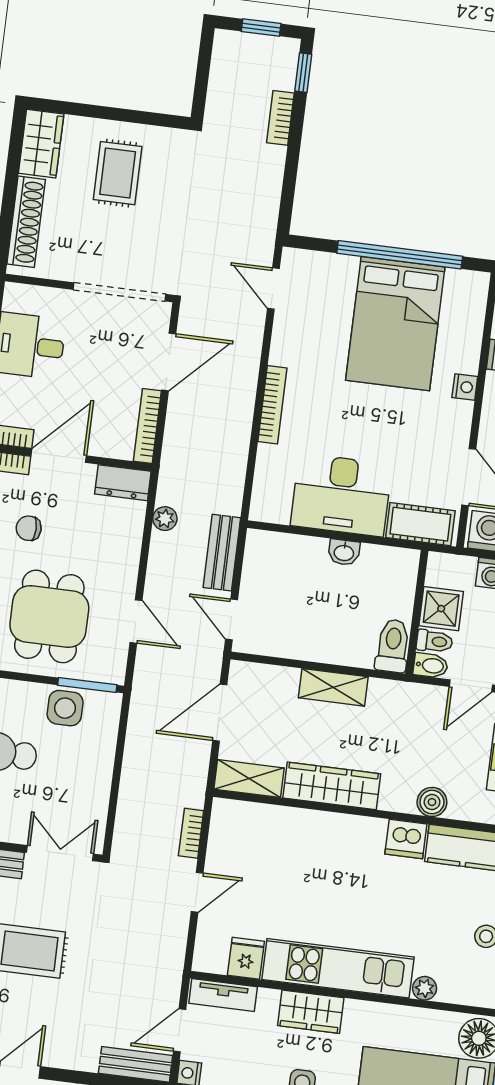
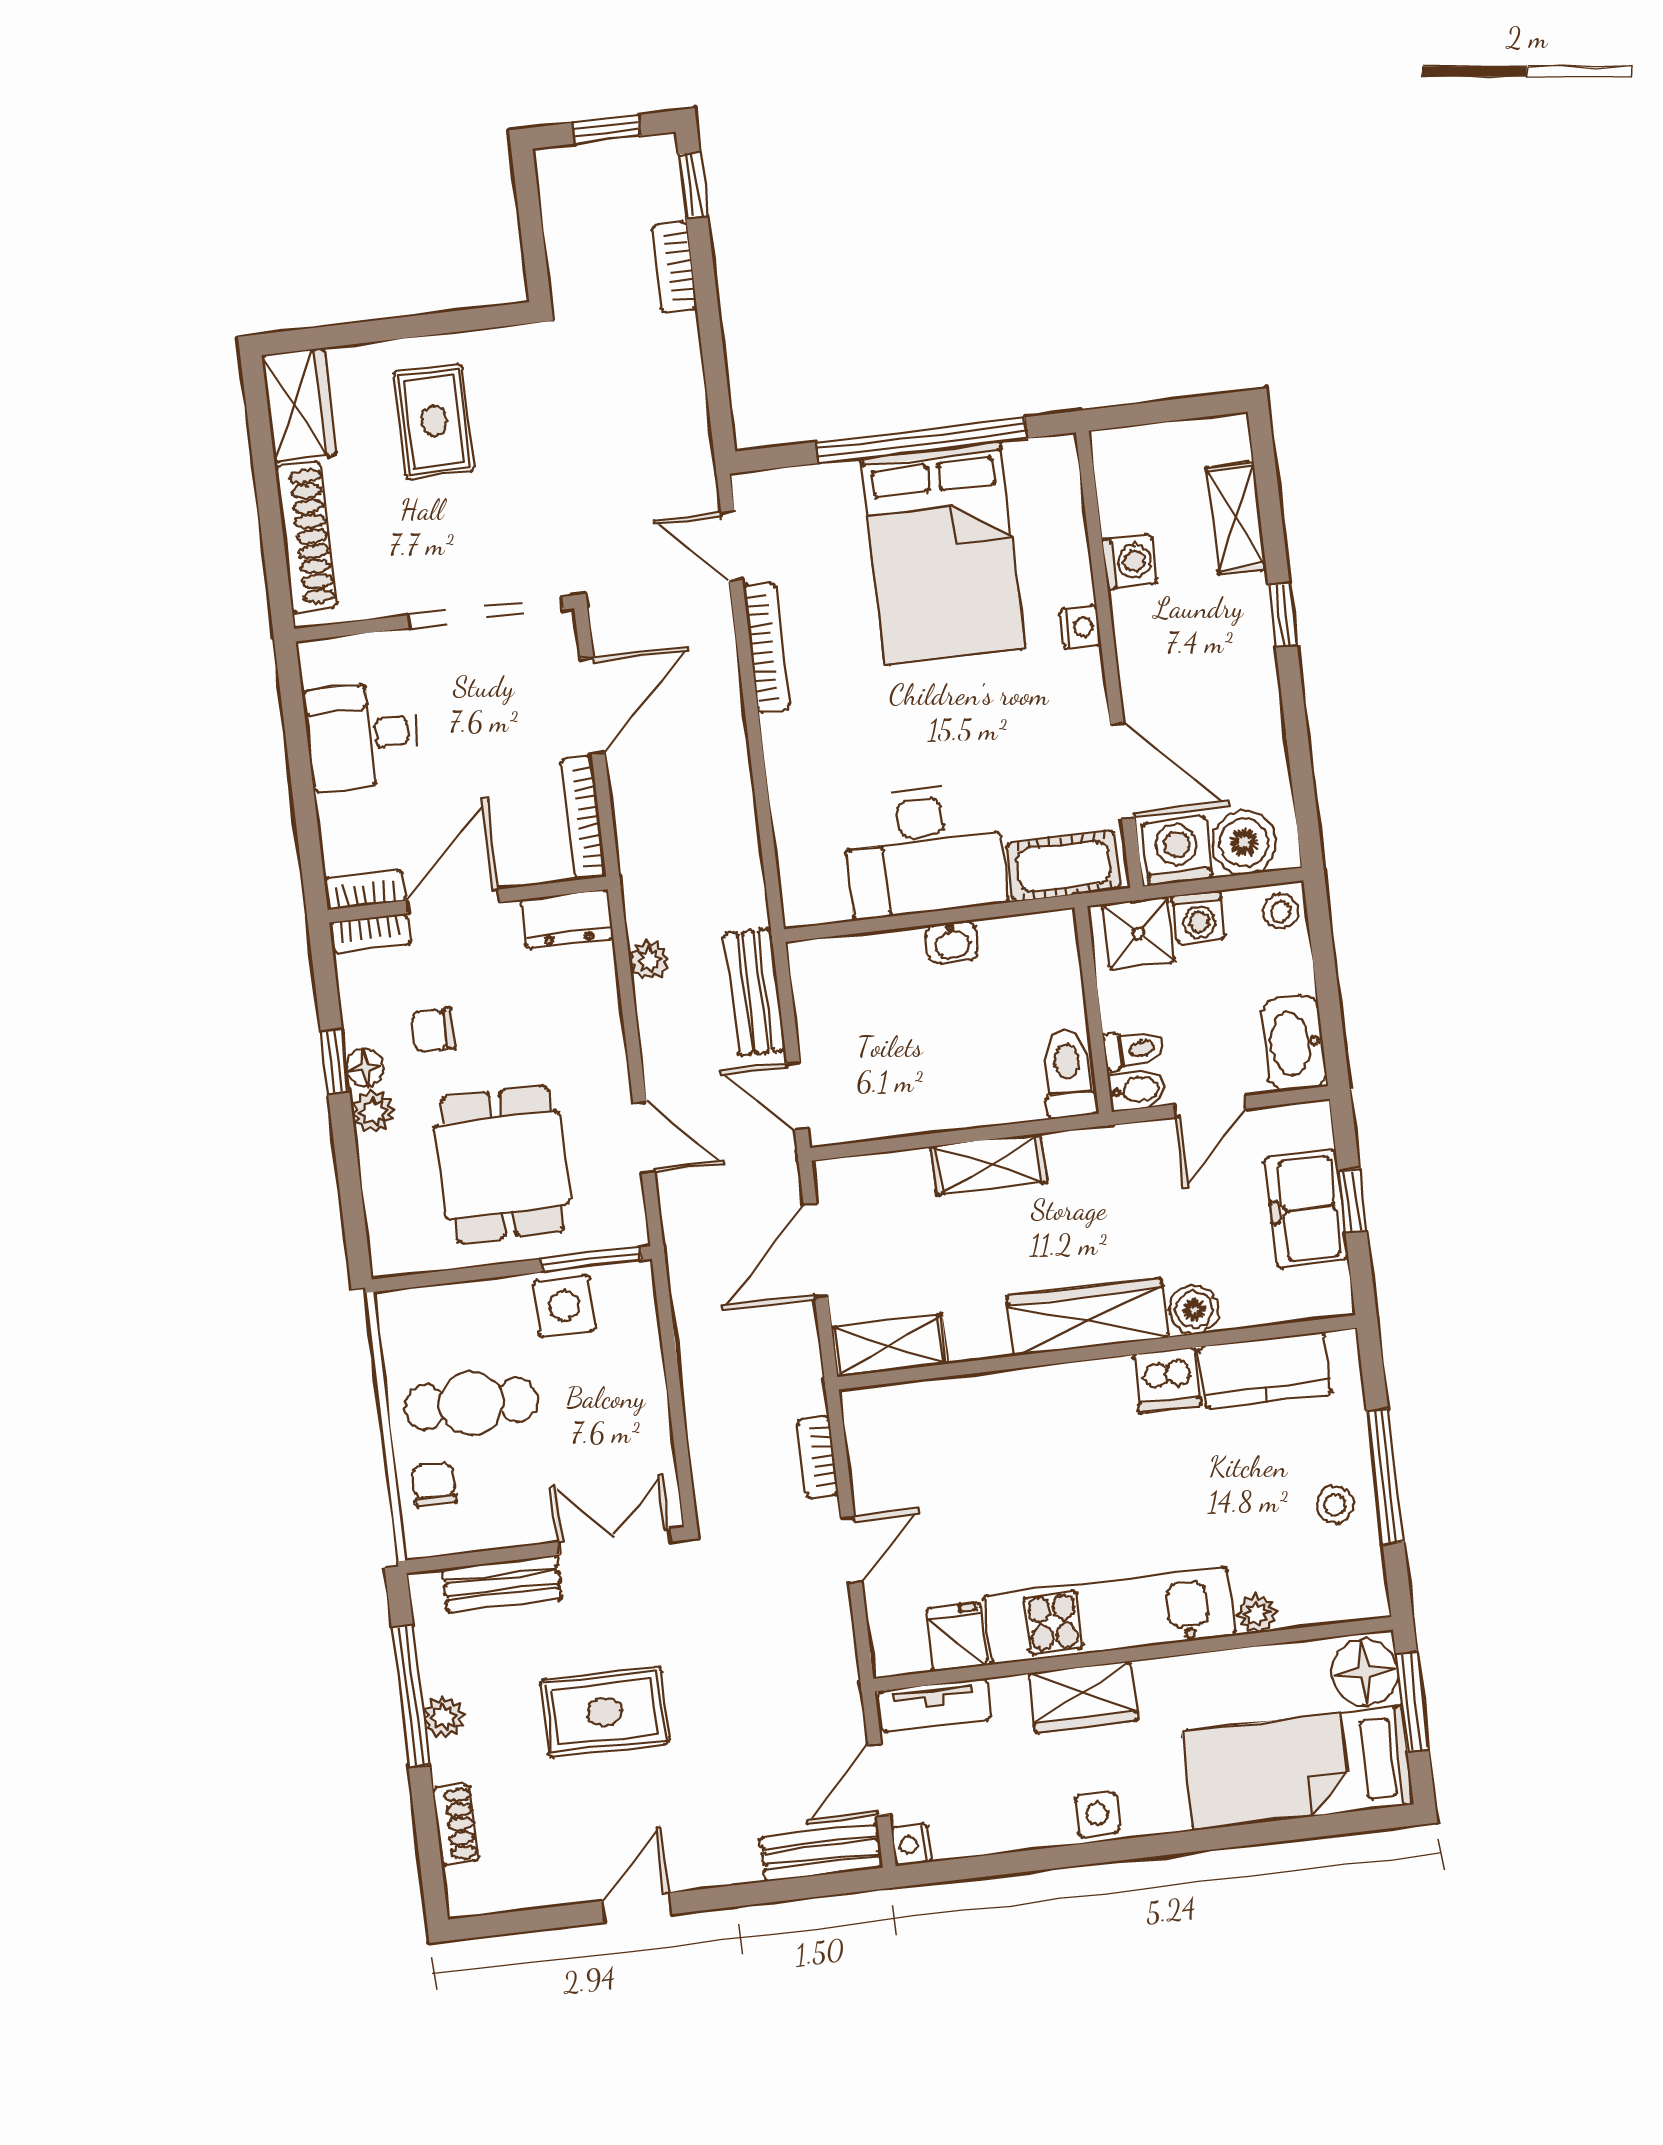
bookcase: (272, 405) -> (767, 647), moved
shower: (441, 609) -> (1138, 933), moved
wardrobe: (332, 786) -> (1087, 1317), moved

